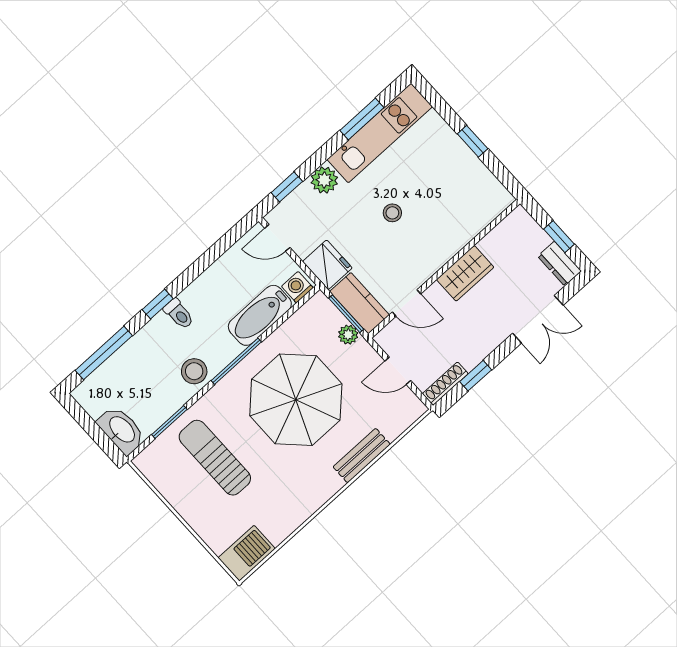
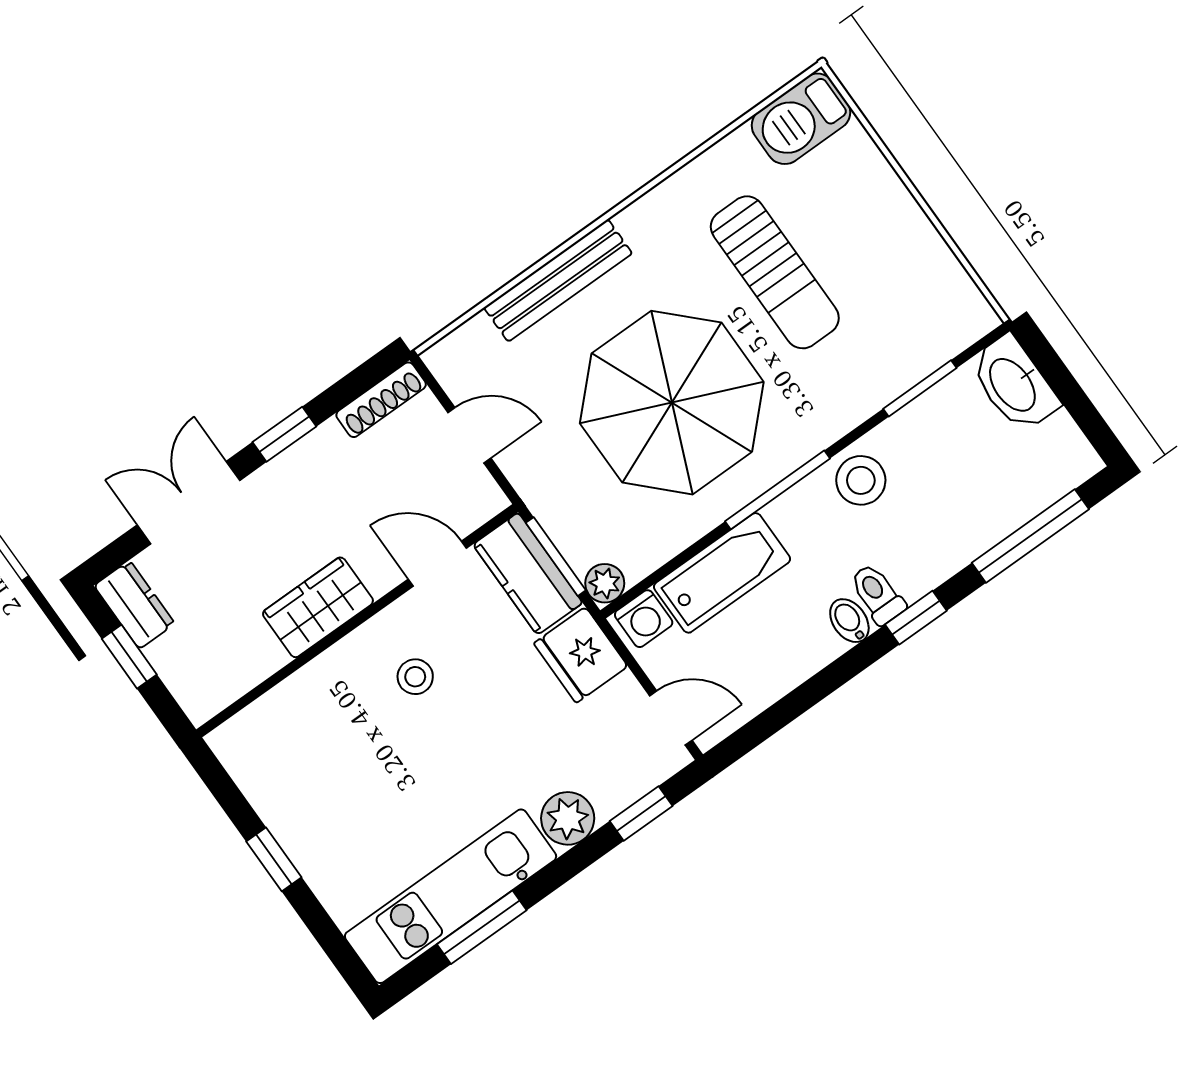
stool: (392, 213) -> (415, 677), moved
bidet: (192, 299) -> (849, 621), added
plant: (348, 335) -> (605, 583), moved
window: (476, 376) -> (284, 434), moved
bench: (362, 456) -> (558, 280), width x1.36
sun lounger: (215, 458) -> (775, 272), moved

